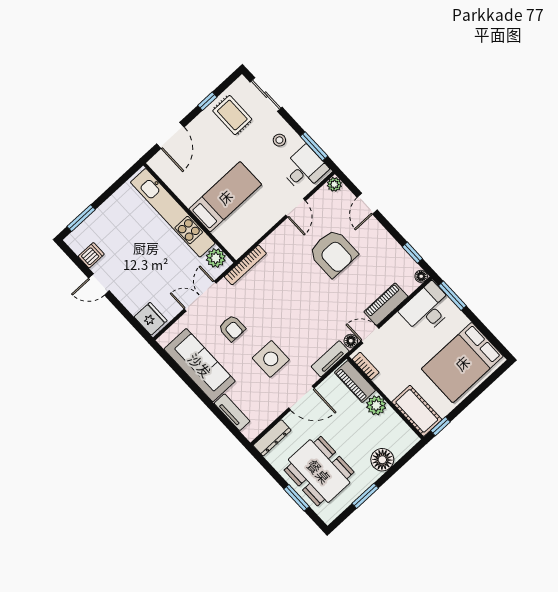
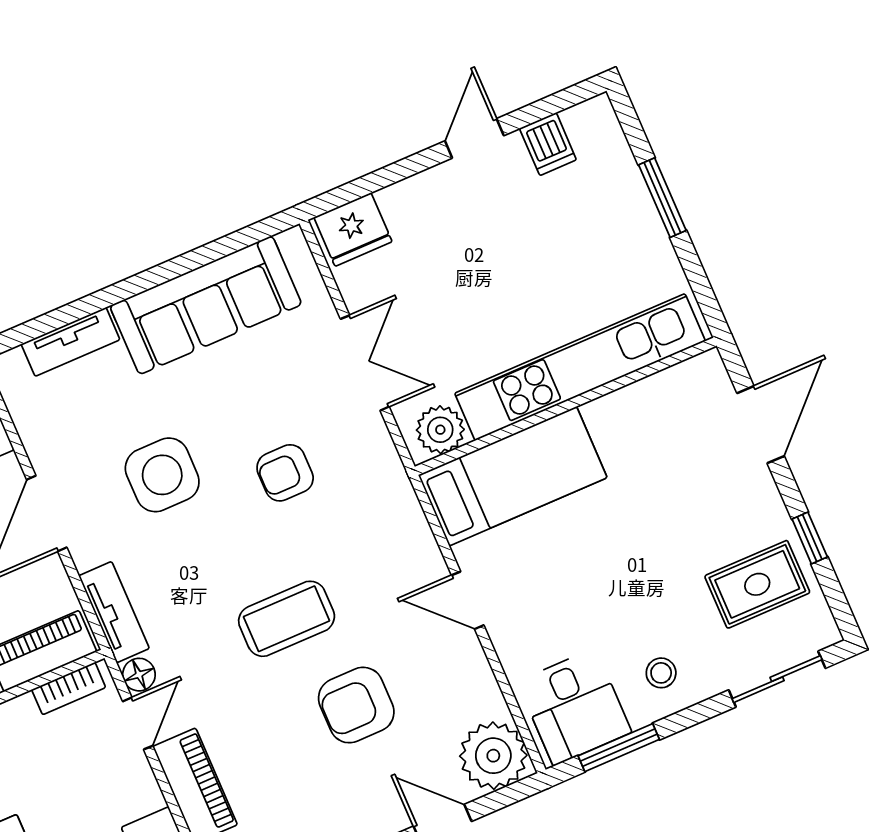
door: (170, 135) -> (761, 425), swing flipped
plant: (334, 184) -> (493, 756), width x1.87, depth x1.87
bed: (225, 197) -> (513, 476), moved, turned -90
door: (295, 208) -> (468, 600), moved
window: (81, 218) -> (662, 198), moved
armchair: (333, 253) -> (356, 705), width x0.73, depth x0.73
bookcase: (245, 265) -> (400, 492), removed
coffee table: (309, 292) -> (287, 619), added
armchair: (232, 328) -> (285, 473), moved

